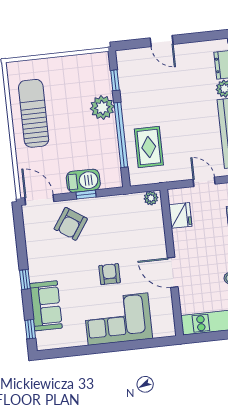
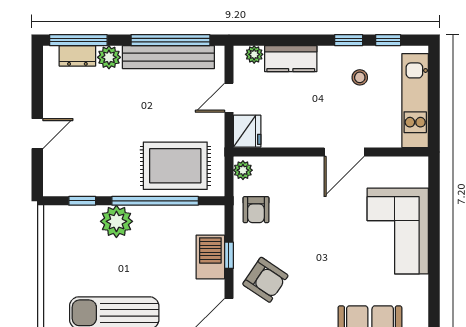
rug: (149, 147) -> (175, 166), width x1.36, depth x1.43
fridge: (180, 215) -> (247, 131), moved, turned 90
armchair: (110, 274) -> (256, 210), moved, turned -90

